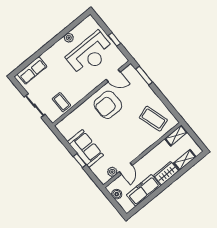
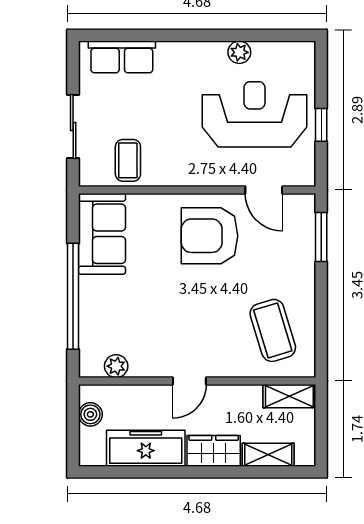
reception desk: (90, 54) -> (255, 114), turned 180
sofa: (85, 148) -> (102, 234), moved
window: (80, 161) -> (73, 296), width x3.17
door: (126, 169) -> (189, 381), moved

